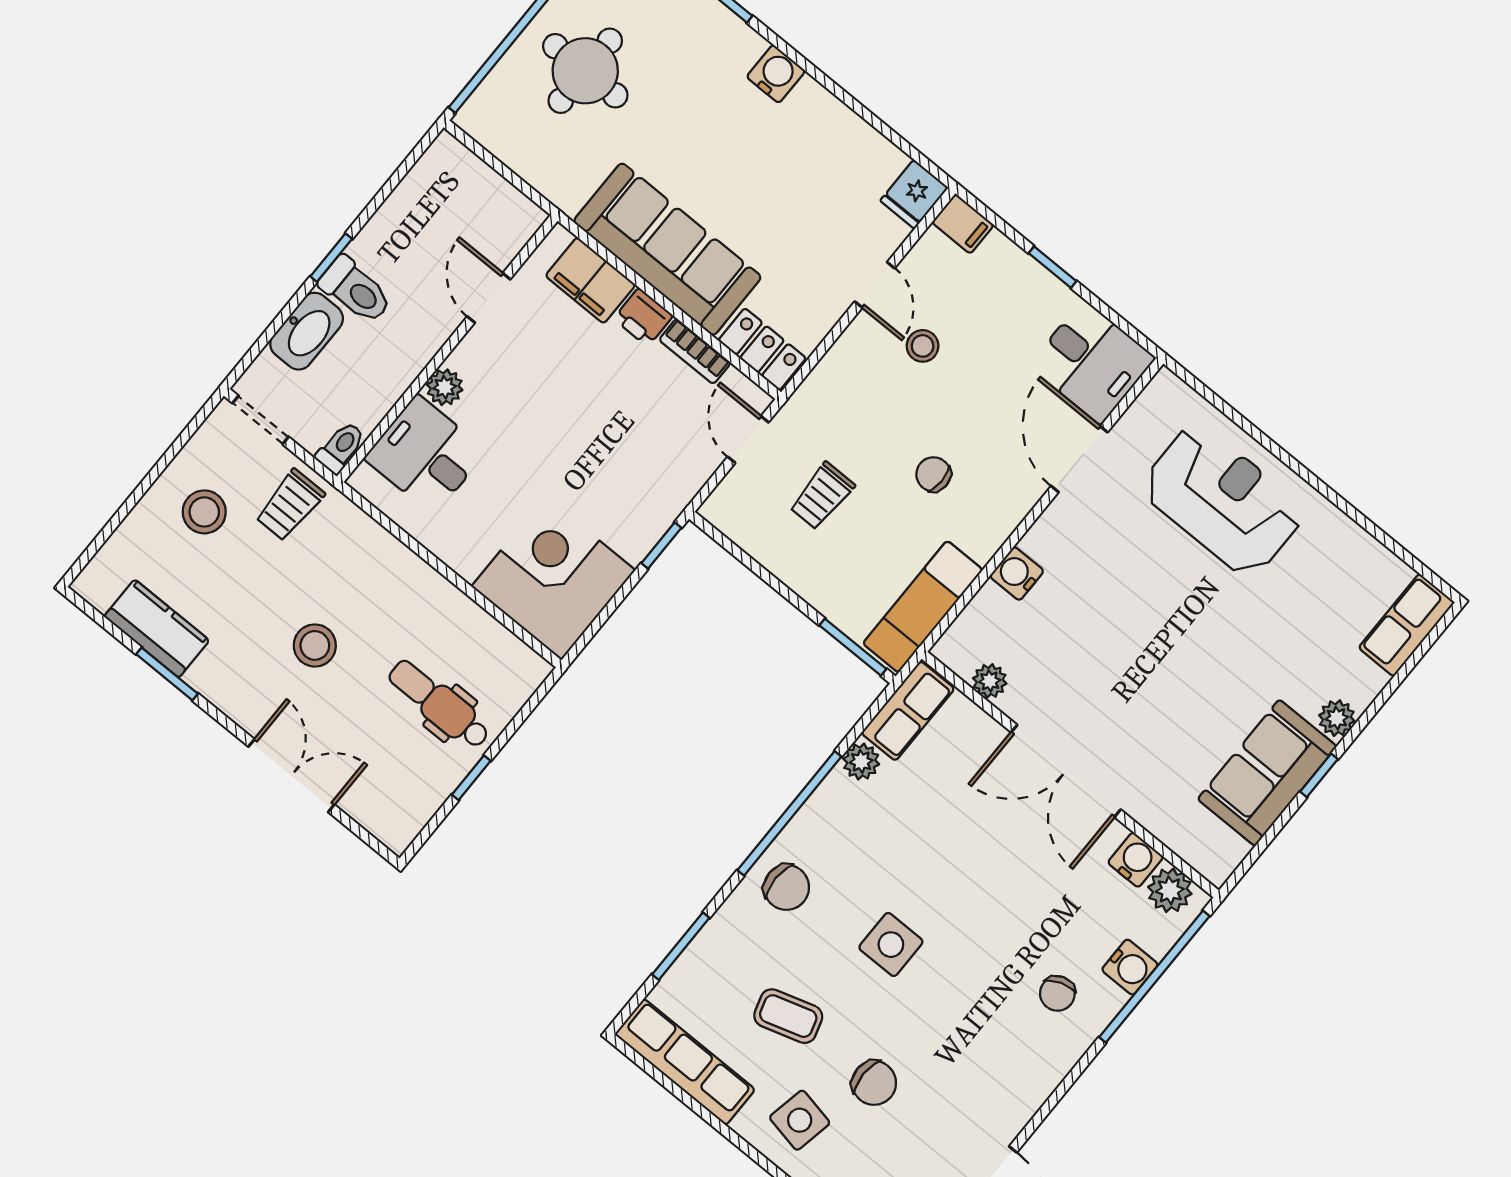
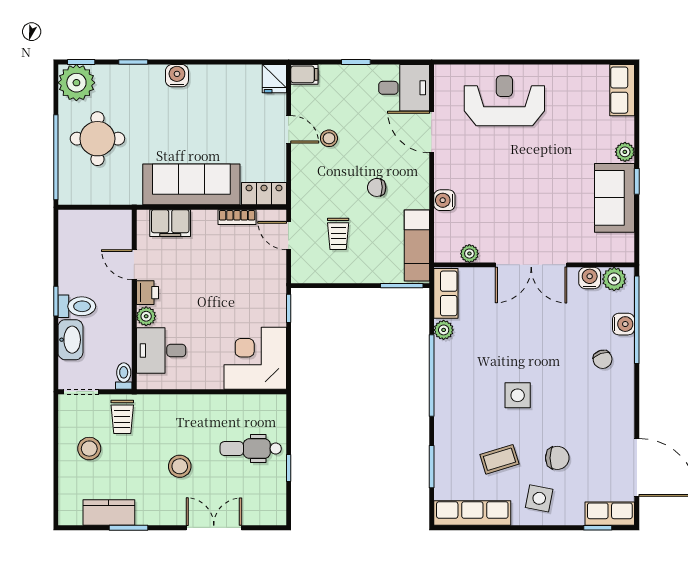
printer: (643, 317) -> (147, 293), moved, turned -90
chair: (787, 887) -> (455, 407), removed

